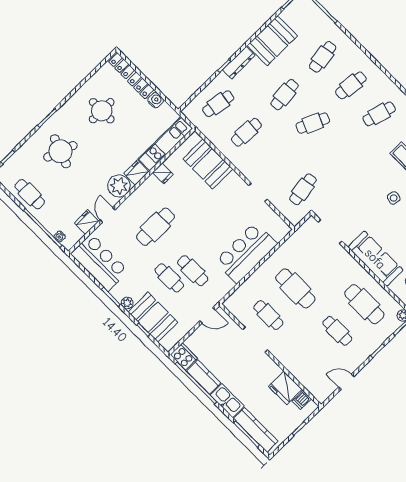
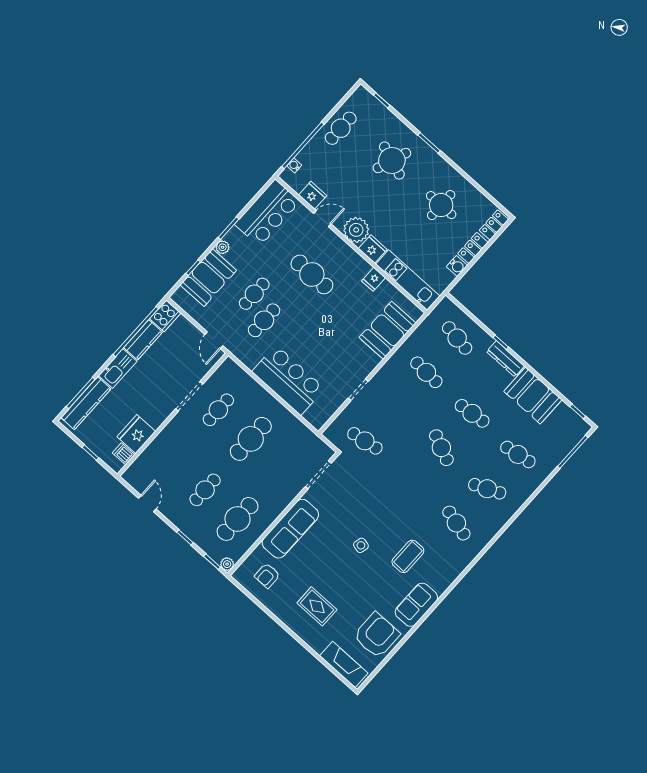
cafe table: (351, 85) -> (487, 489), turned -30

